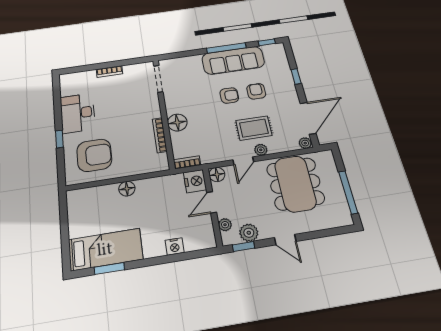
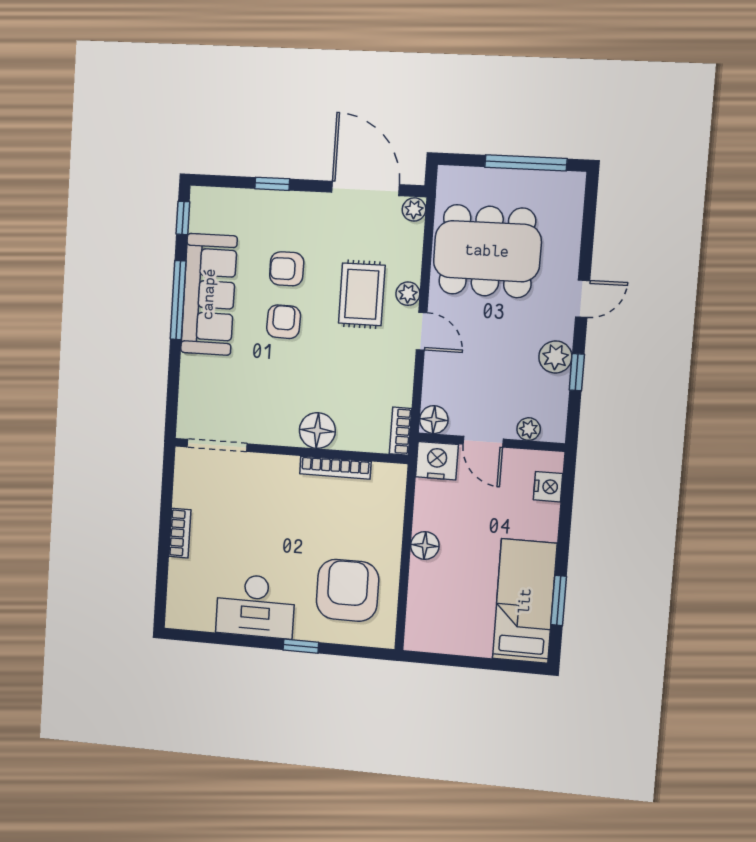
floor lamp: (217, 174) -> (434, 420), moved
nightstand: (195, 181) -> (437, 461), moved
door: (212, 202) -> (483, 442), moved
wall: (212, 207) -> (491, 442), moved
plant: (225, 225) -> (529, 429), moved

